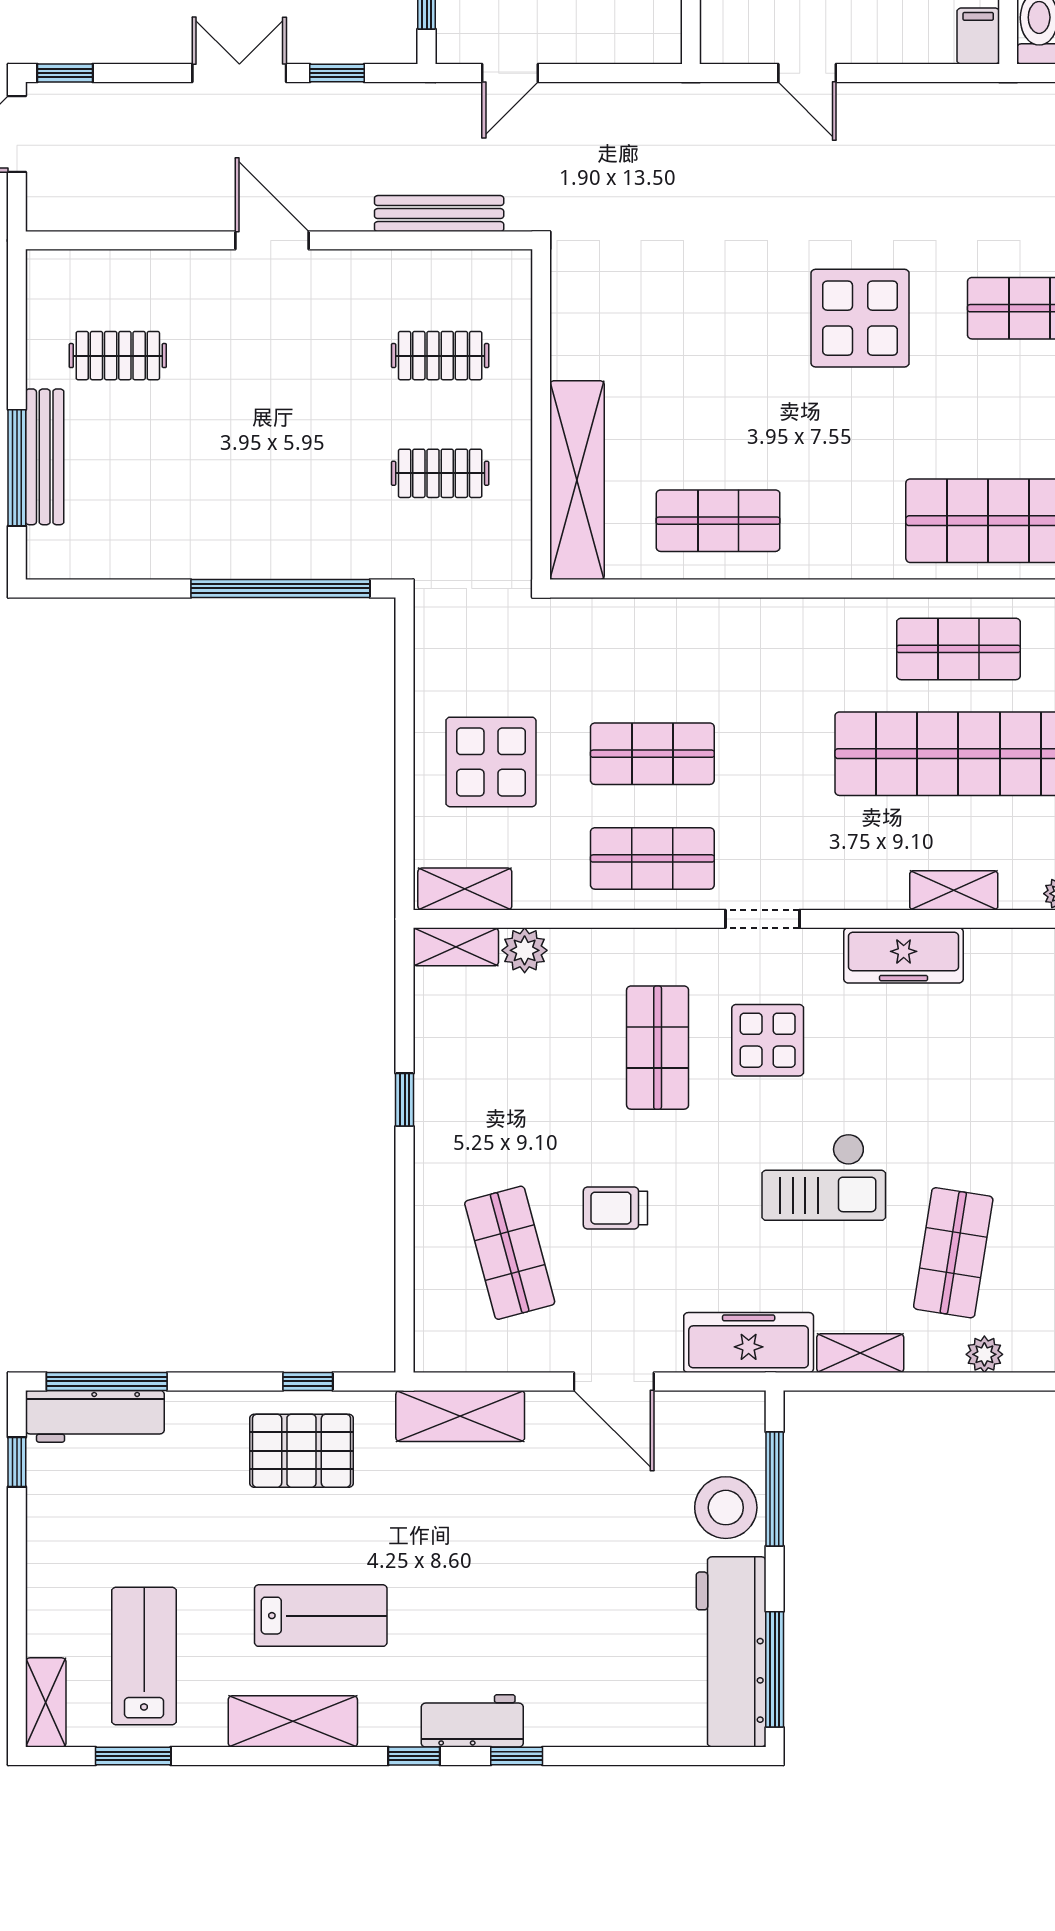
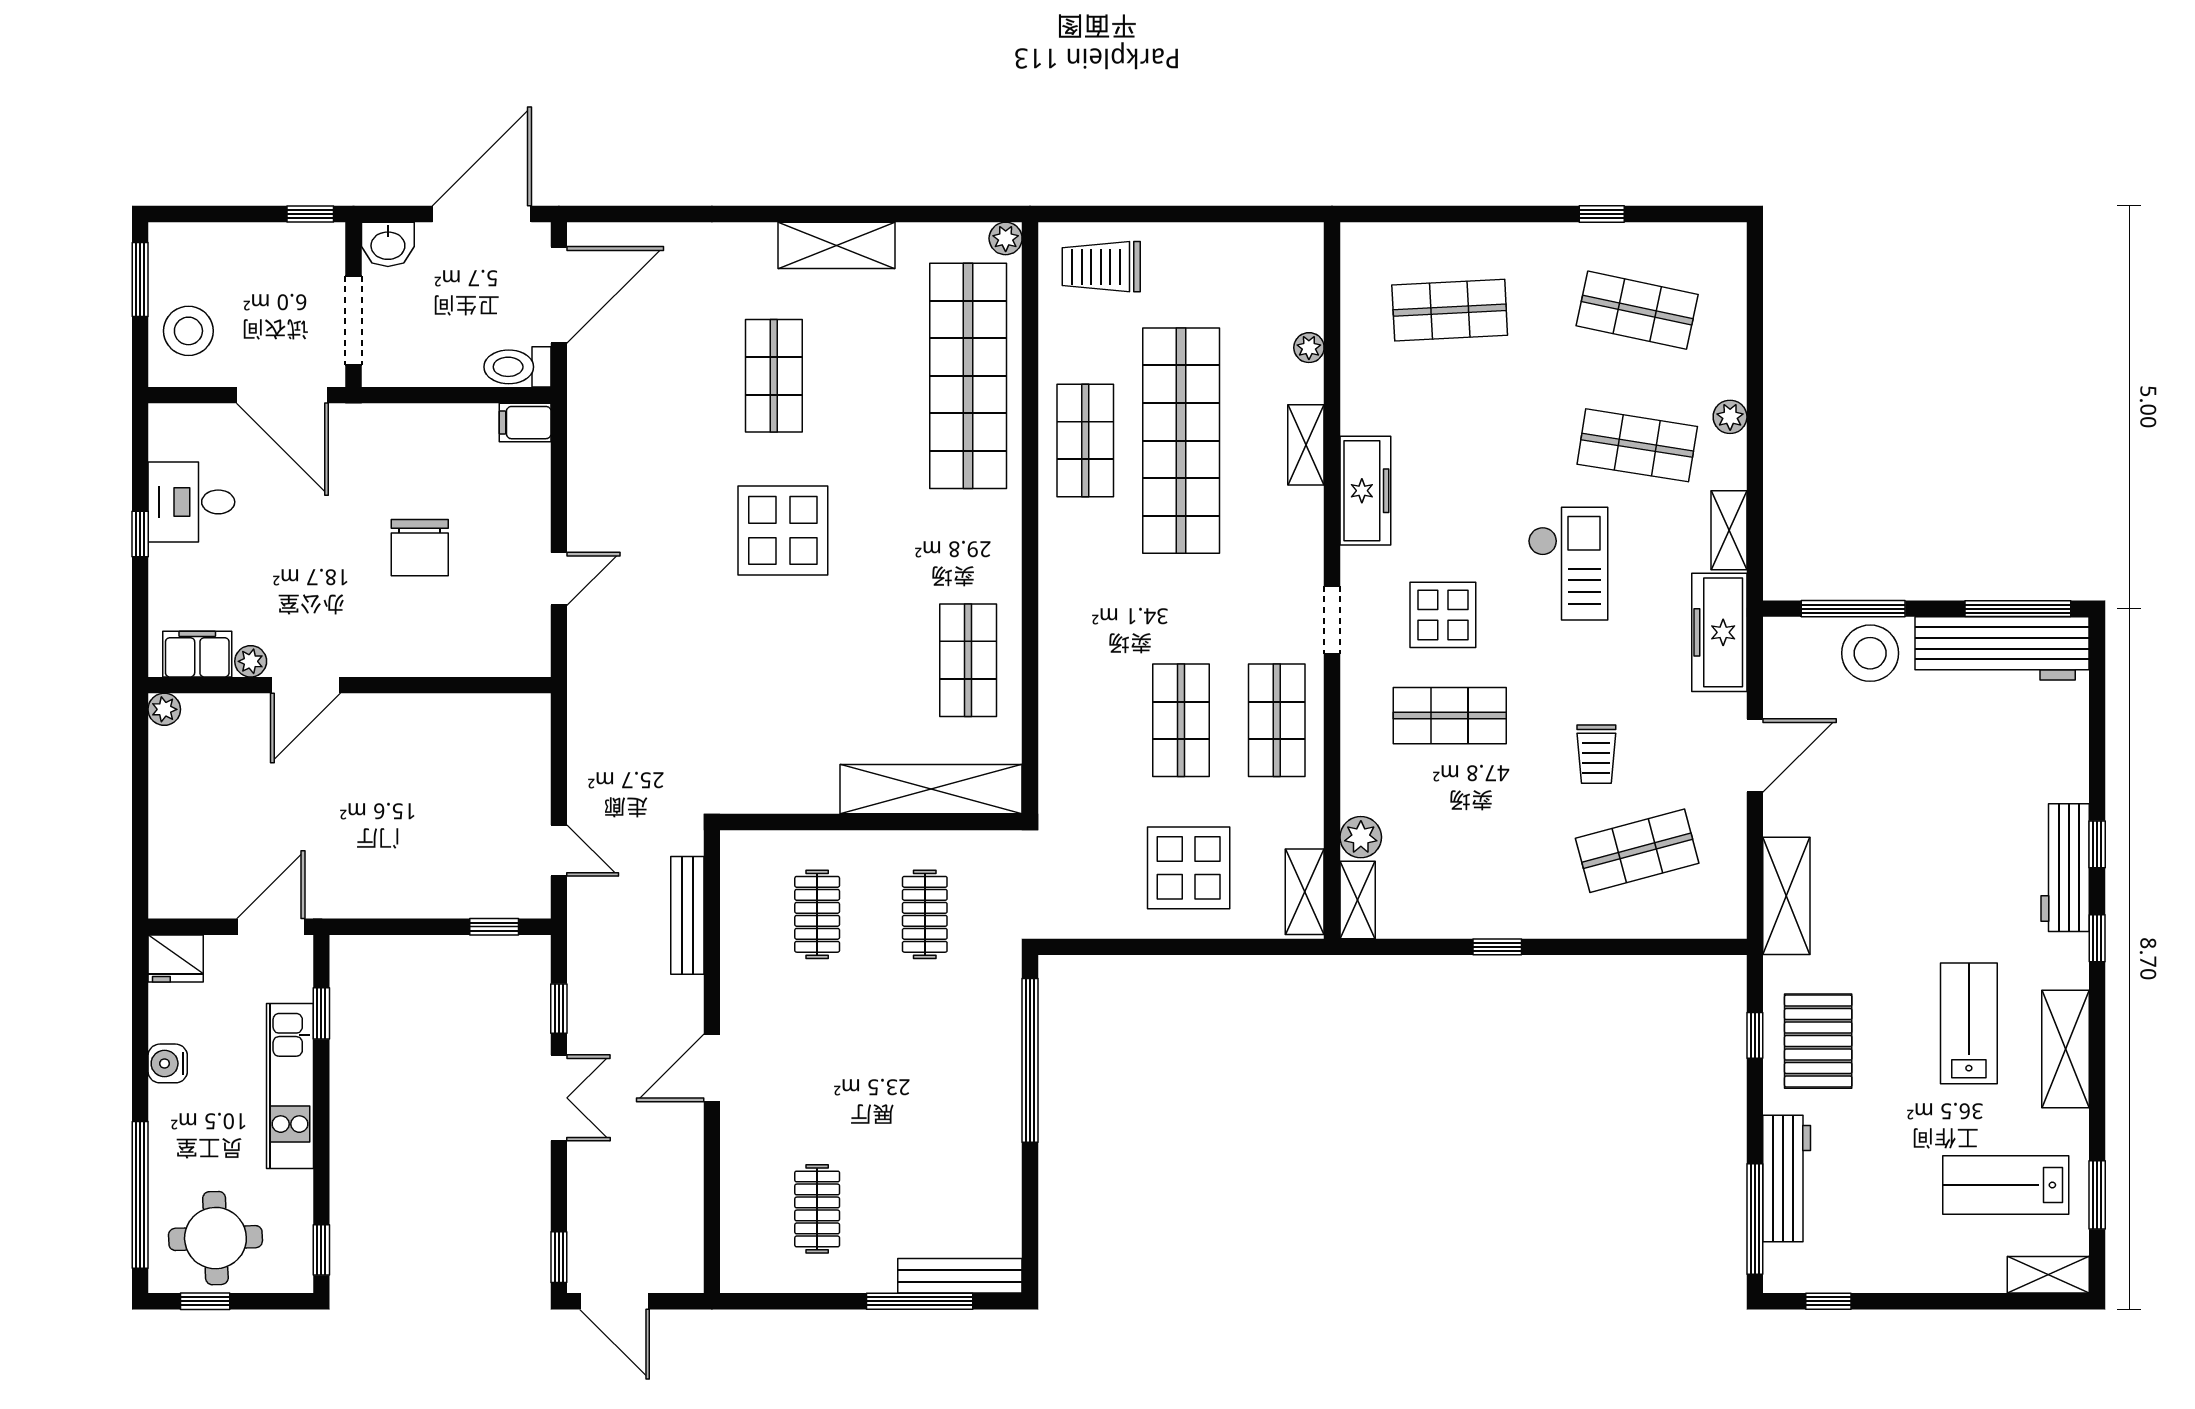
double door: (239, 73) -> (559, 1098), swing flipped
bench: (45, 457) -> (960, 1276), moved
workbench: (95, 1416) -> (1787, 1179), moved
workbench: (472, 1721) -> (2065, 868), width x1.38

